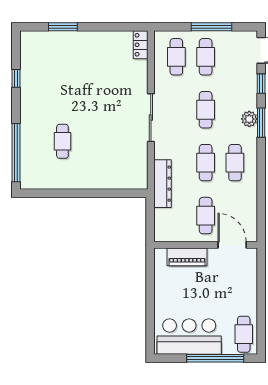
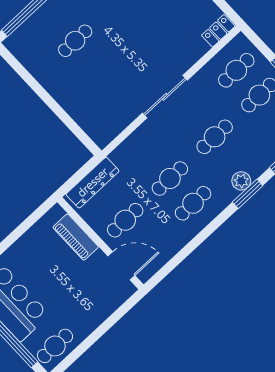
dresser: (163, 184) -> (93, 183), moved
door: (232, 245) -> (121, 266), hinge flipped

